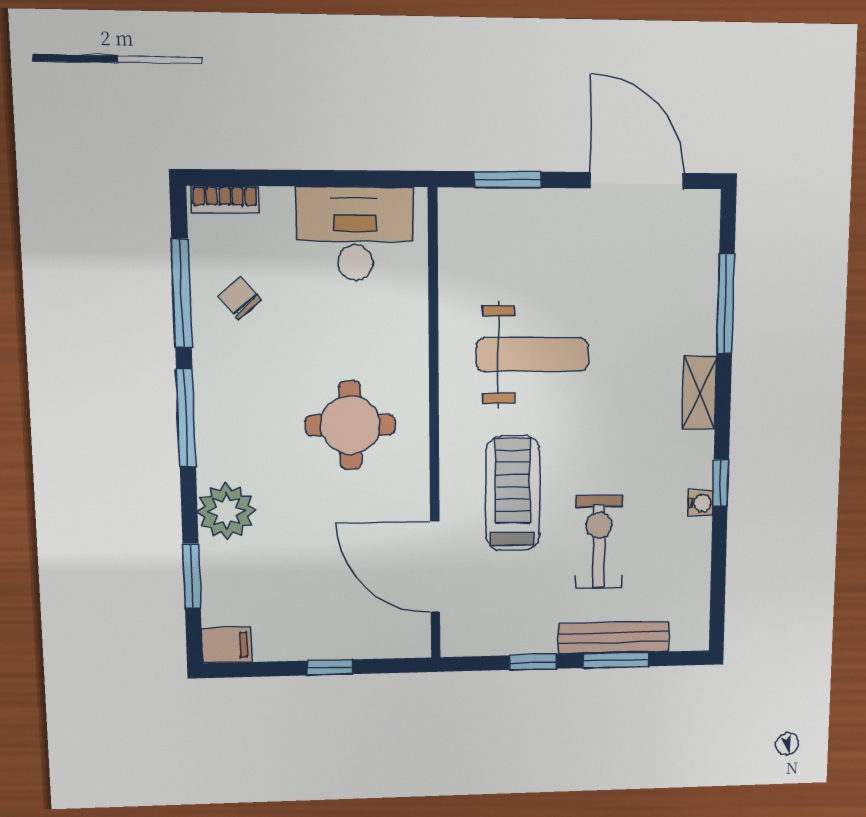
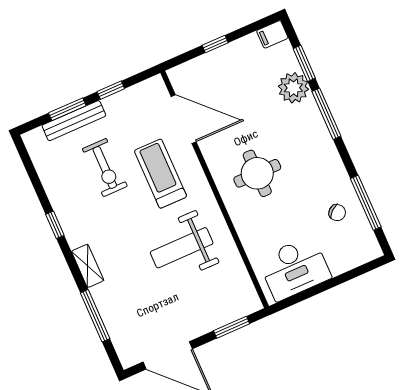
bookcase: (225, 200) -> (363, 257), removed
window: (186, 418) -> (326, 114), moved
treadmill: (513, 494) -> (161, 174), turned 180
water cooler: (700, 503) -> (61, 210), removed
plant: (226, 511) -> (293, 88), moved

